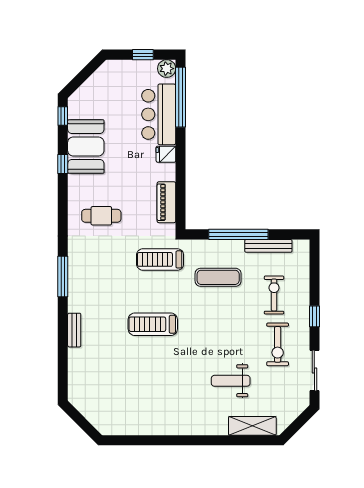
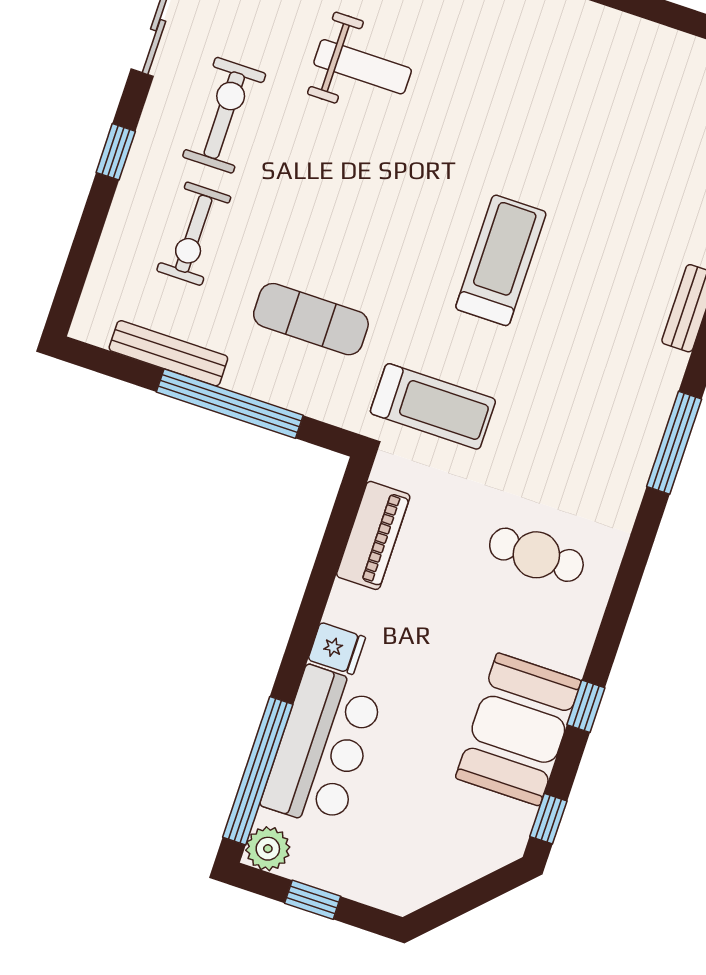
treadmill: (153, 324) -> (501, 260), turned -90

